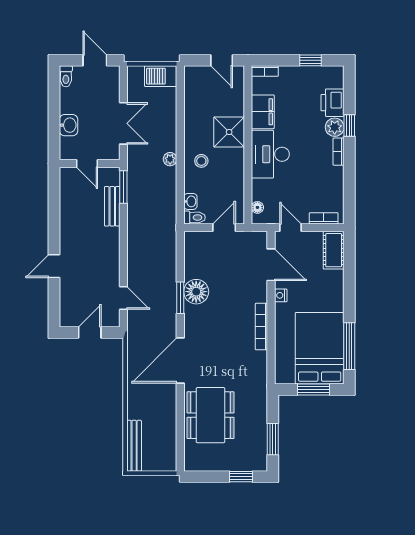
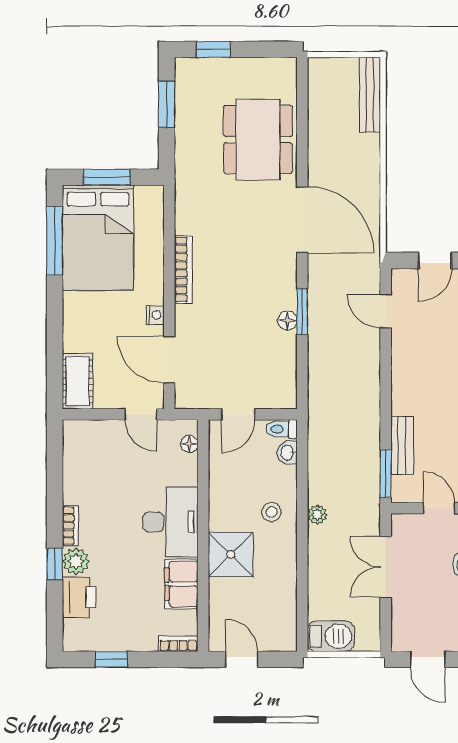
bookcase: (324, 218) -> (92, 428), removed
floor lamp: (196, 292) -> (287, 320), width x0.53, depth x0.53
door: (180, 361) -> (302, 220), hinge flipped

